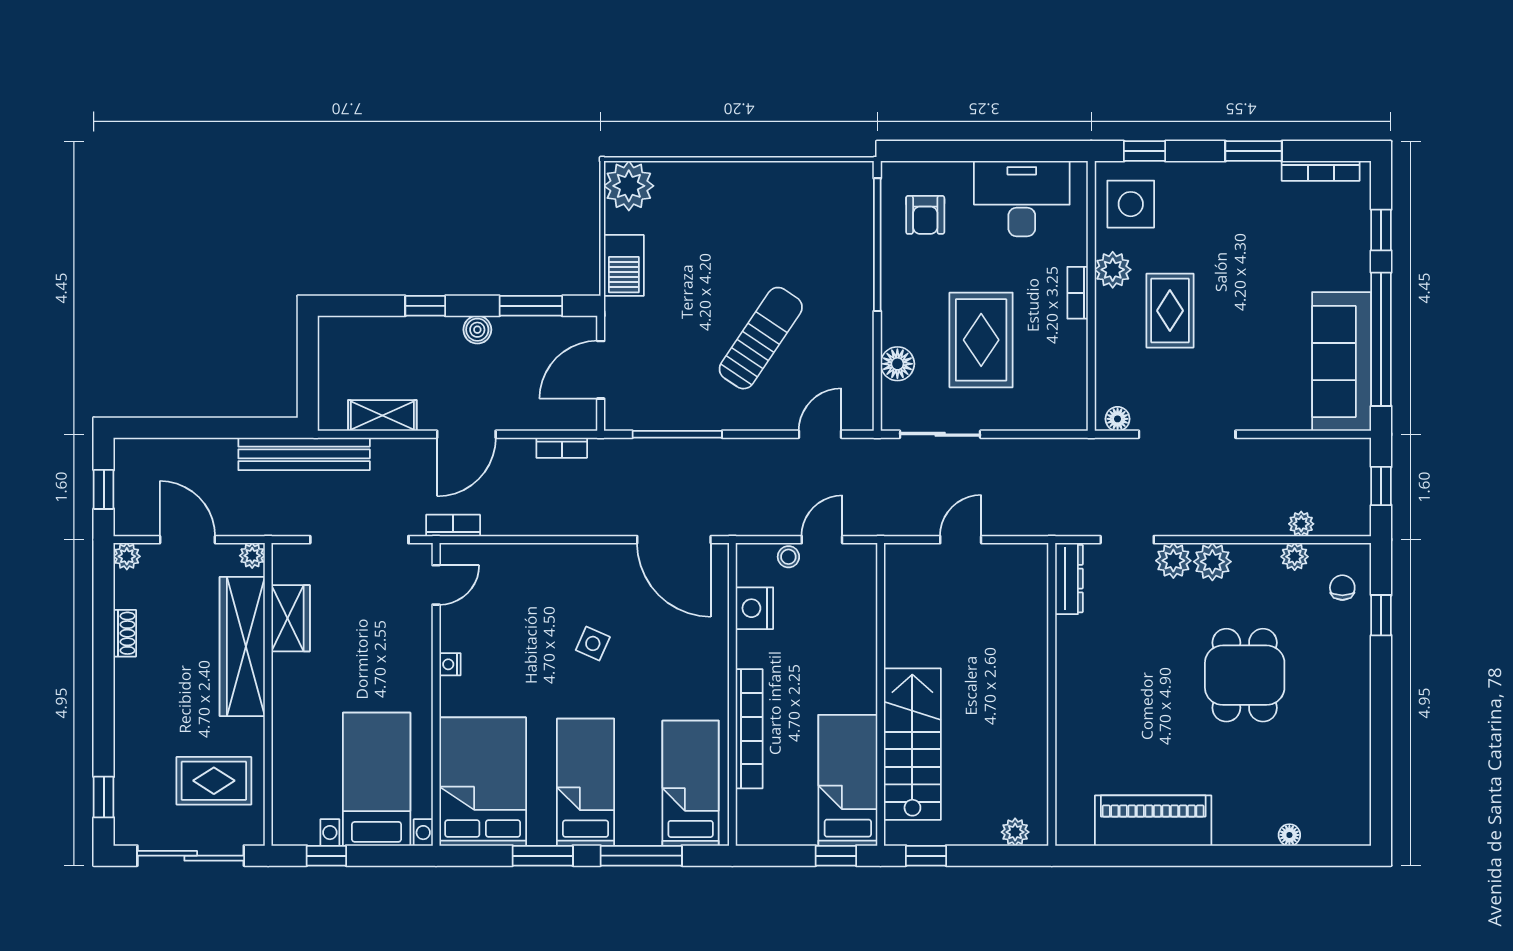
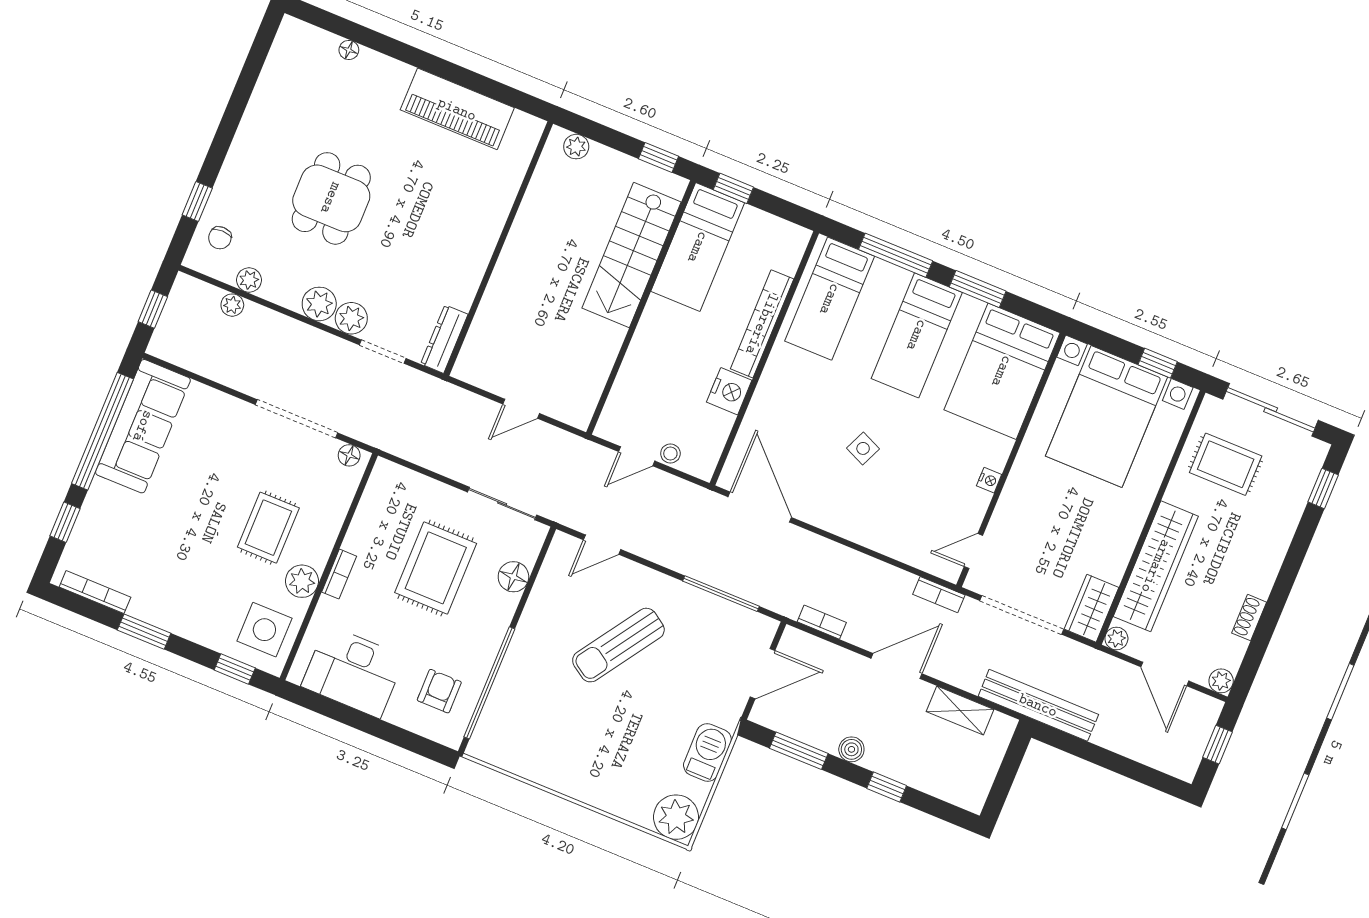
nightstand: (754, 608) -> (729, 391), moved
wardrobe: (291, 618) -> (1091, 608), moved
bed with nightstands: (377, 779) -> (1107, 417), width x1.36

